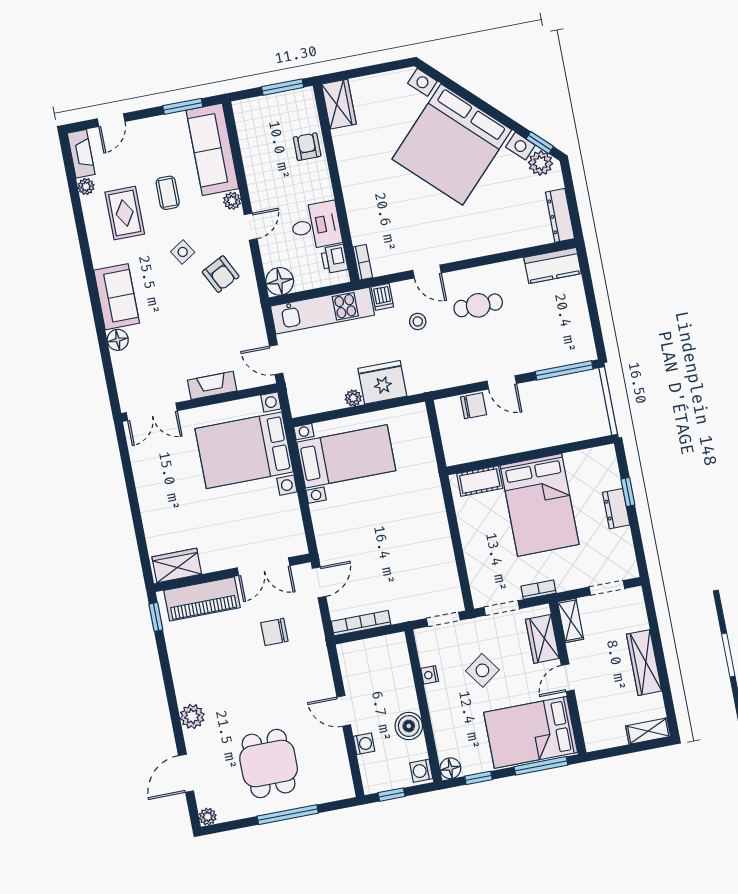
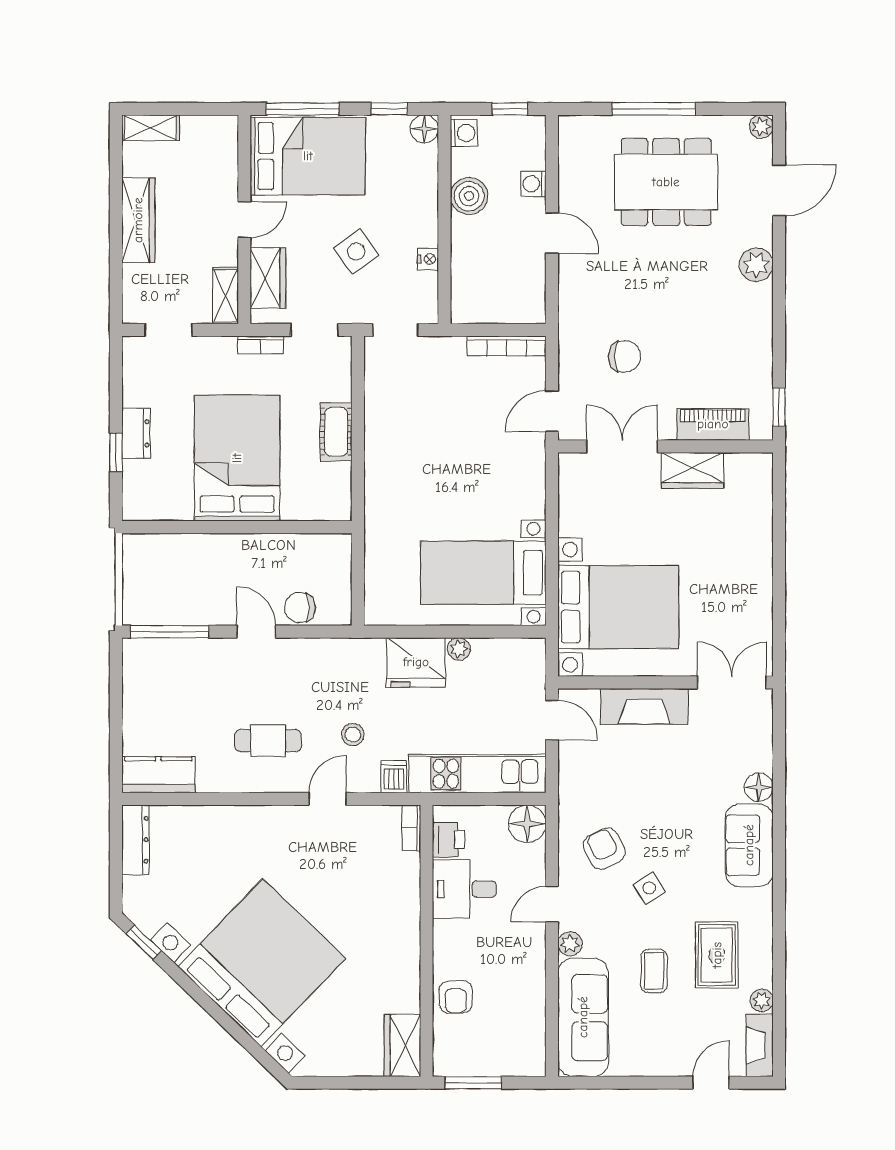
window: (183, 106) -> (612, 1083), removed
plant: (540, 163) -> (148, 915), removed
door: (427, 272) -> (328, 799), hinge flipped
fireplace: (212, 385) -> (644, 706), width x1.37, depth x1.32
cot: (480, 481) -> (336, 432), moved, turned 90
wardrobe: (177, 565) -> (692, 470), moved
piano: (202, 599) -> (713, 424), width x0.73, depth x0.75
dining table: (269, 764) -> (666, 182), width x1.38

